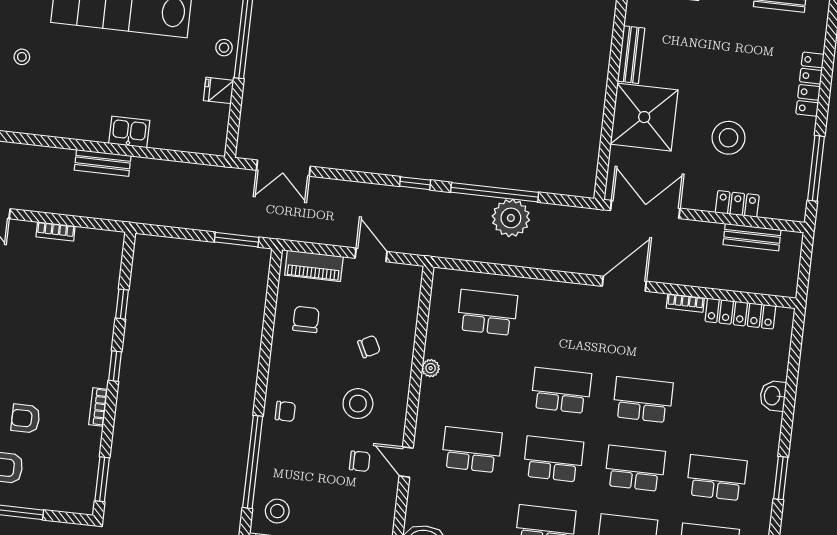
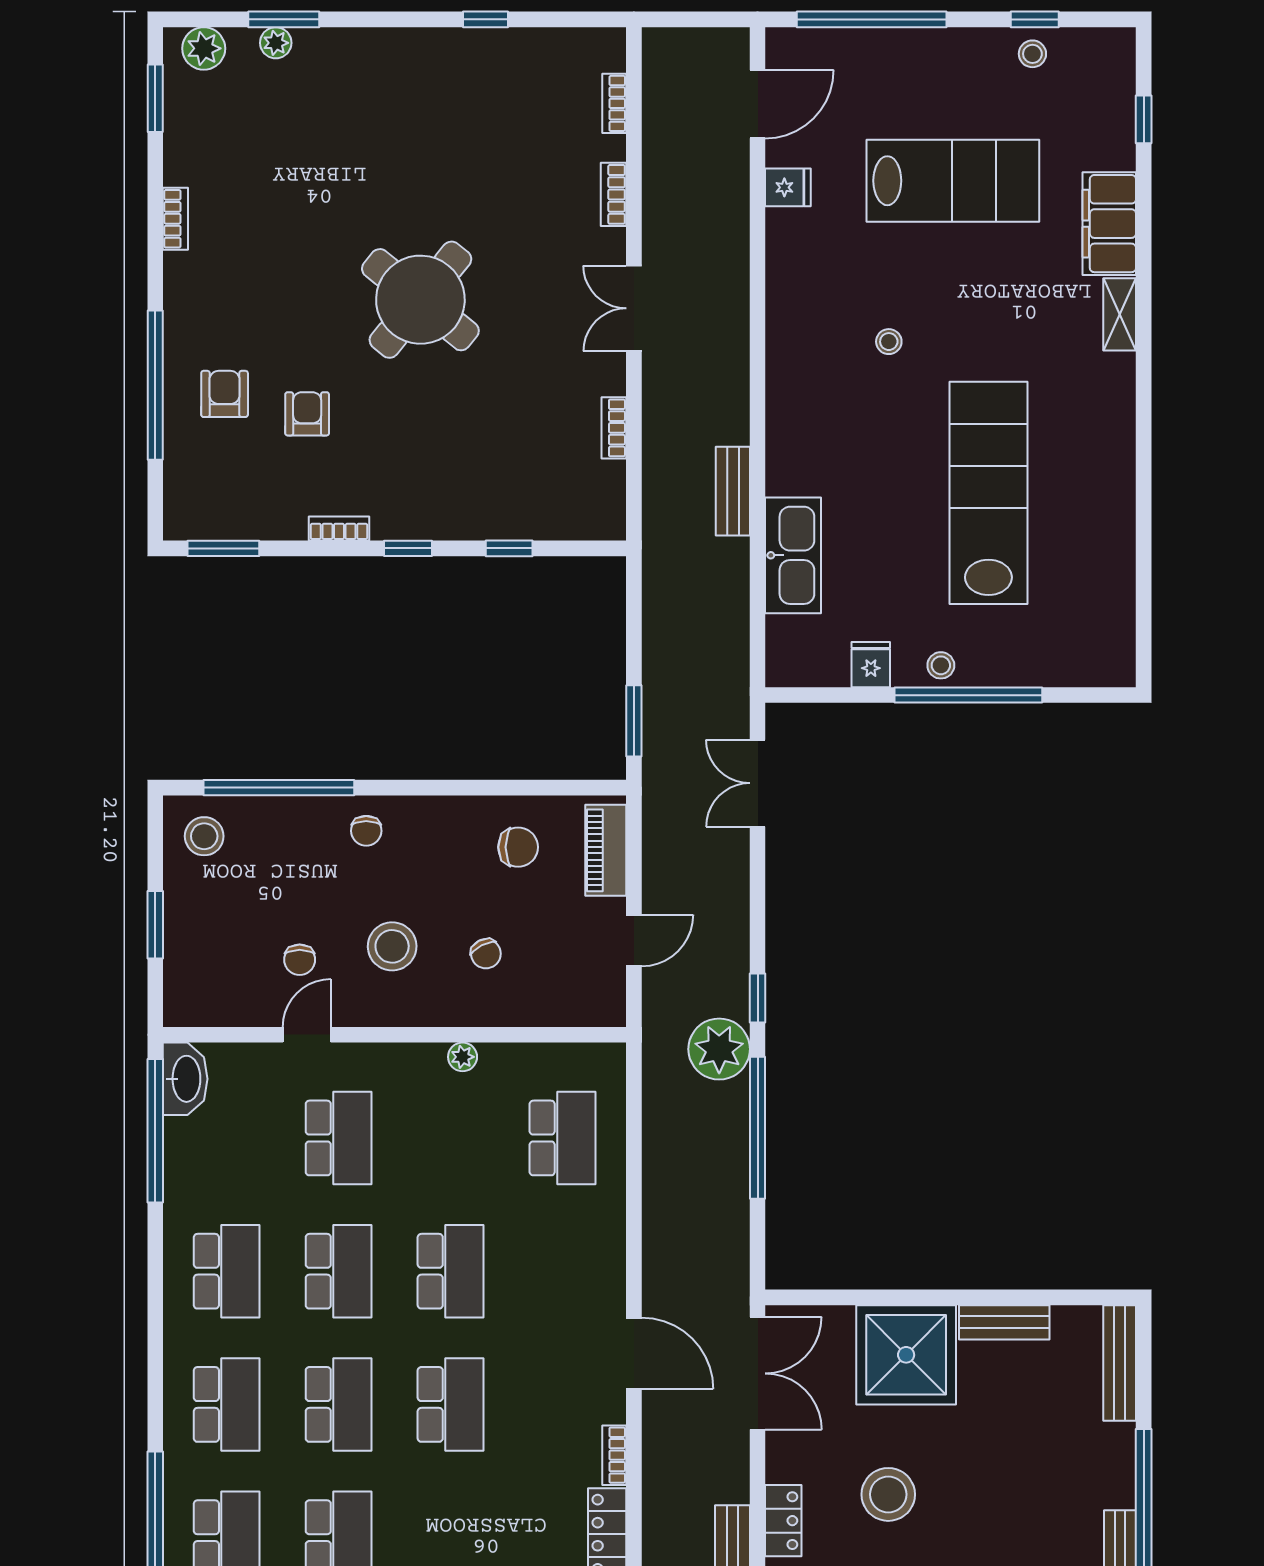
kitchen sink: (129, 132) -> (793, 555), width x1.87, depth x1.24
plant: (511, 218) -> (719, 1049), moved

